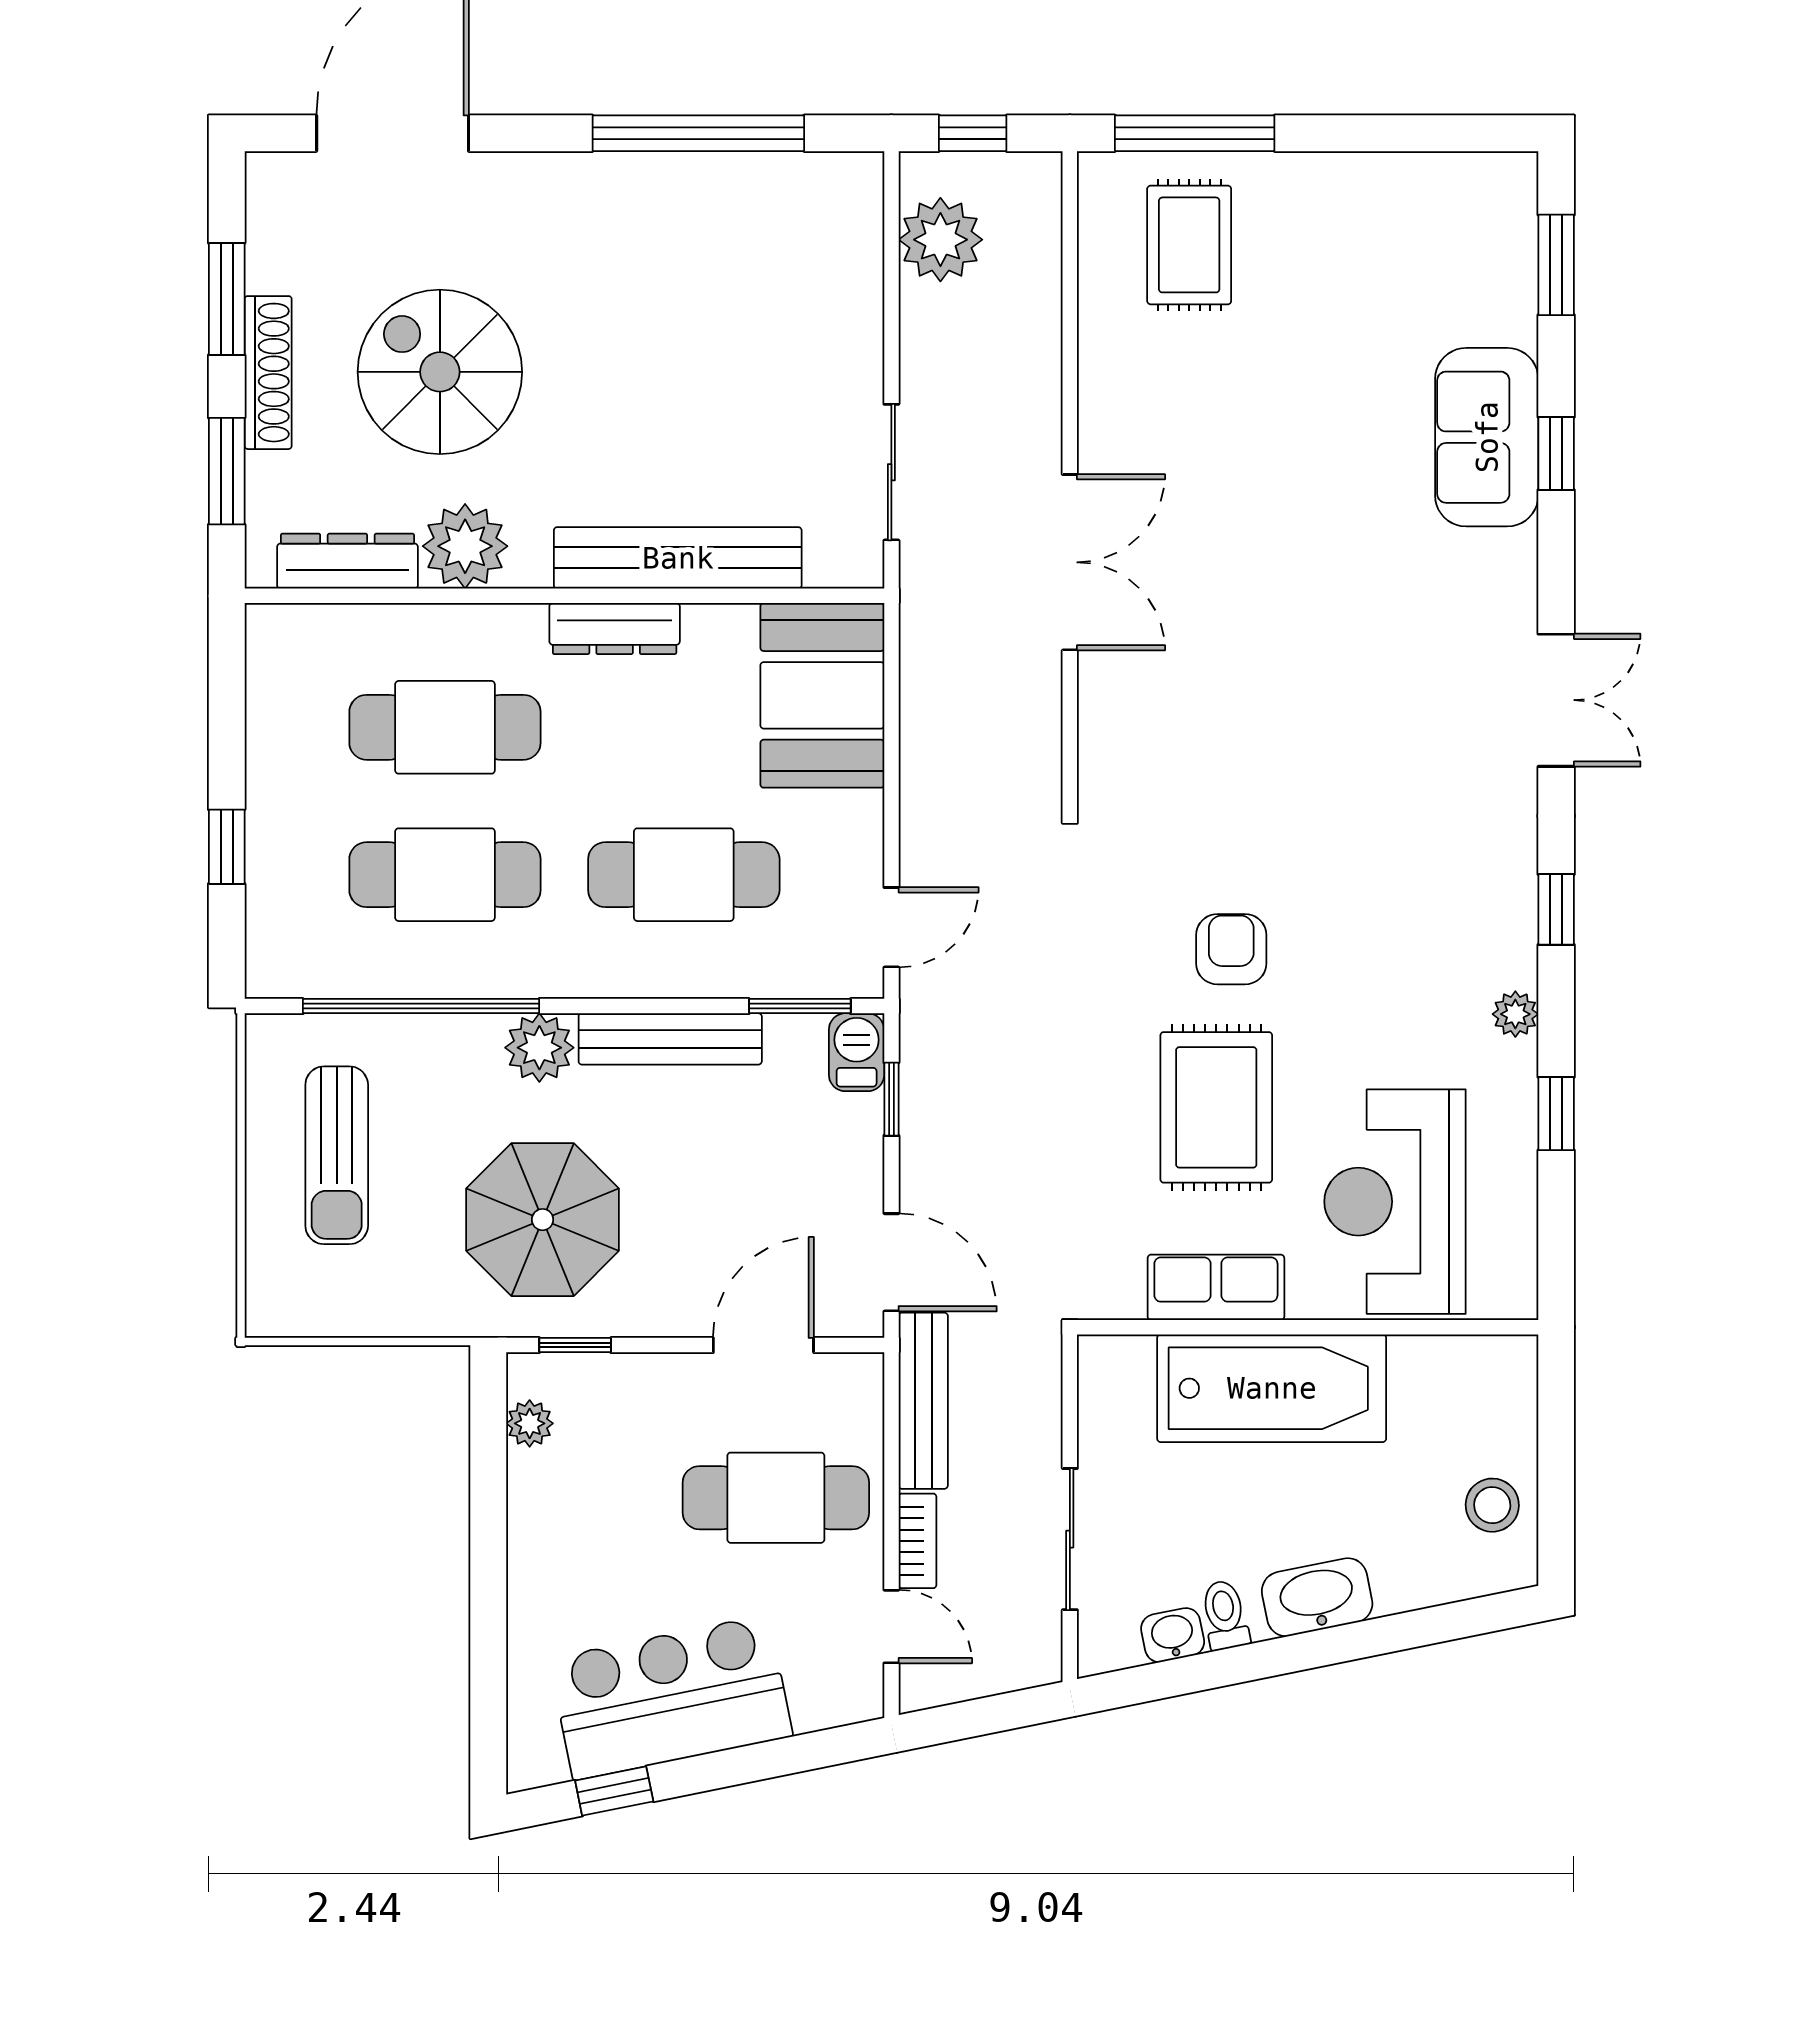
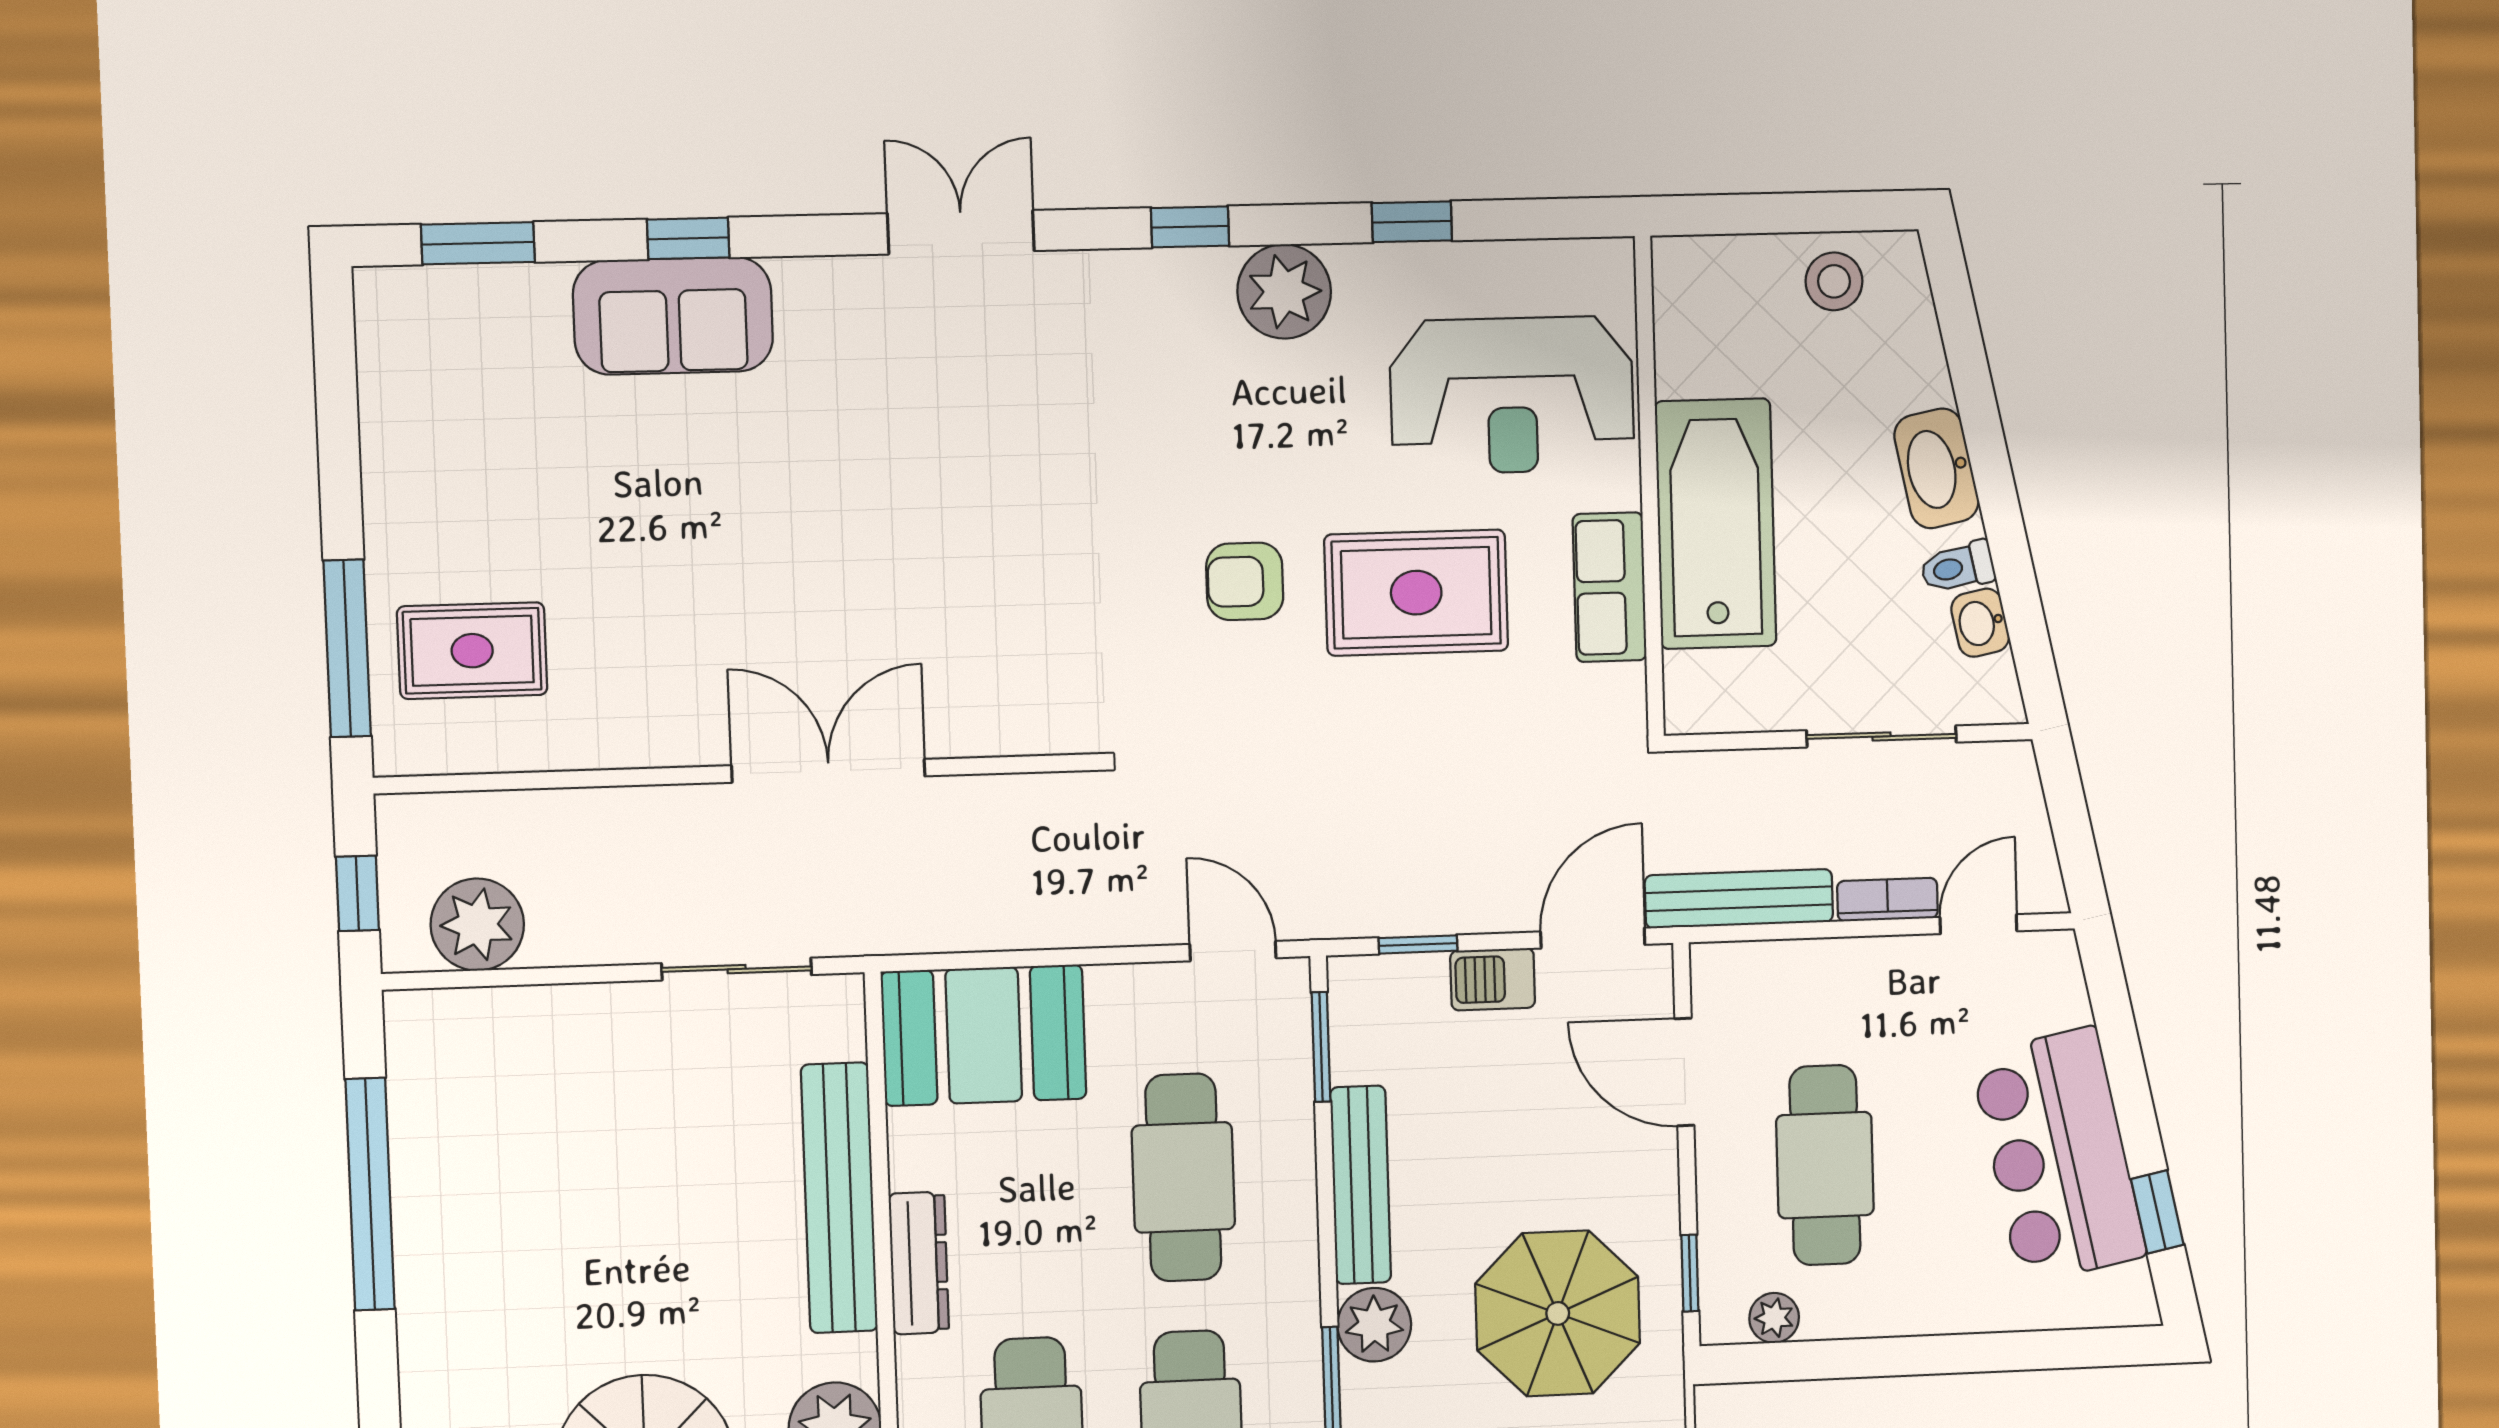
plant: (1515, 1014) -> (1284, 291), width x1.88, depth x1.88
barbecue: (857, 1052) -> (1493, 979), moved
cafe table: (776, 1498) -> (1825, 1165), moved

